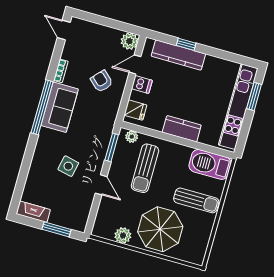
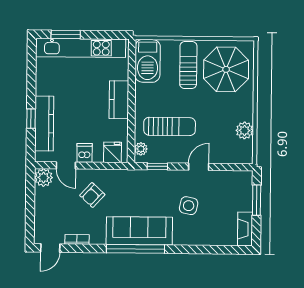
bookcase: (61, 71) -> (77, 239), moved
sofa: (60, 107) -> (139, 231), width x1.36
window: (112, 147) -> (157, 166), width x0.67
parasol: (160, 229) -> (226, 69), moved

